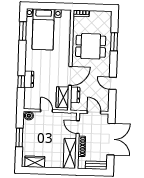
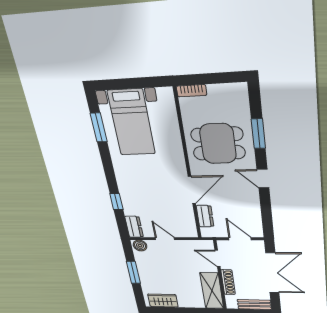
dresser: (29, 79) -> (134, 227), moved
door: (113, 83) -> (263, 179), moved
wardrobe: (62, 97) -> (186, 220), removed

